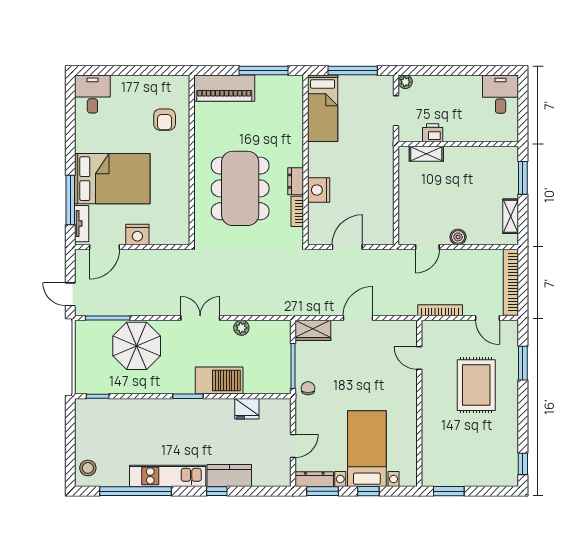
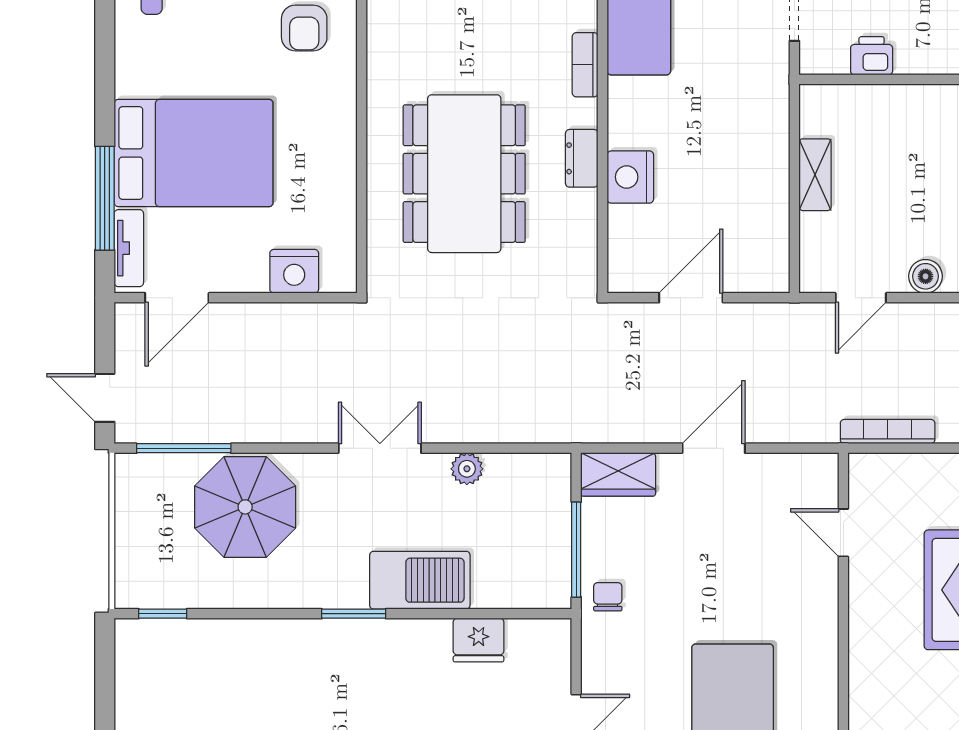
shelving: (426, 154) -> (815, 175), moved, turned 90
bookcase: (297, 211) -> (585, 65), moved
nightstand: (137, 235) -> (294, 271), moved

